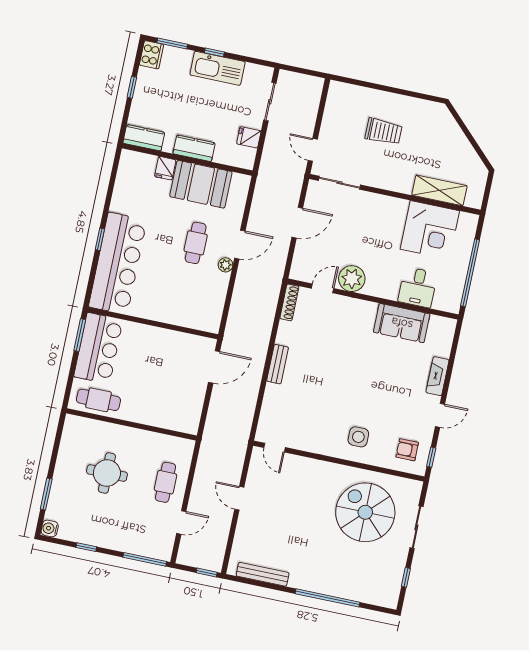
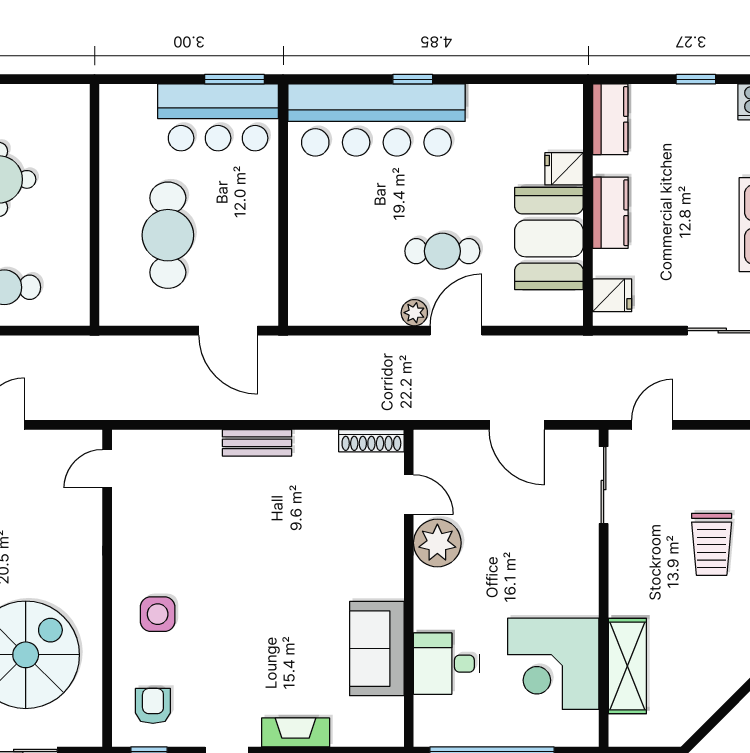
fridge: (249, 137) -> (612, 295), moved, turned 90
door: (240, 245) -> (456, 331), swing flipped
cafe table: (98, 400) -> (168, 235), moved, width x1.37, depth x1.35

